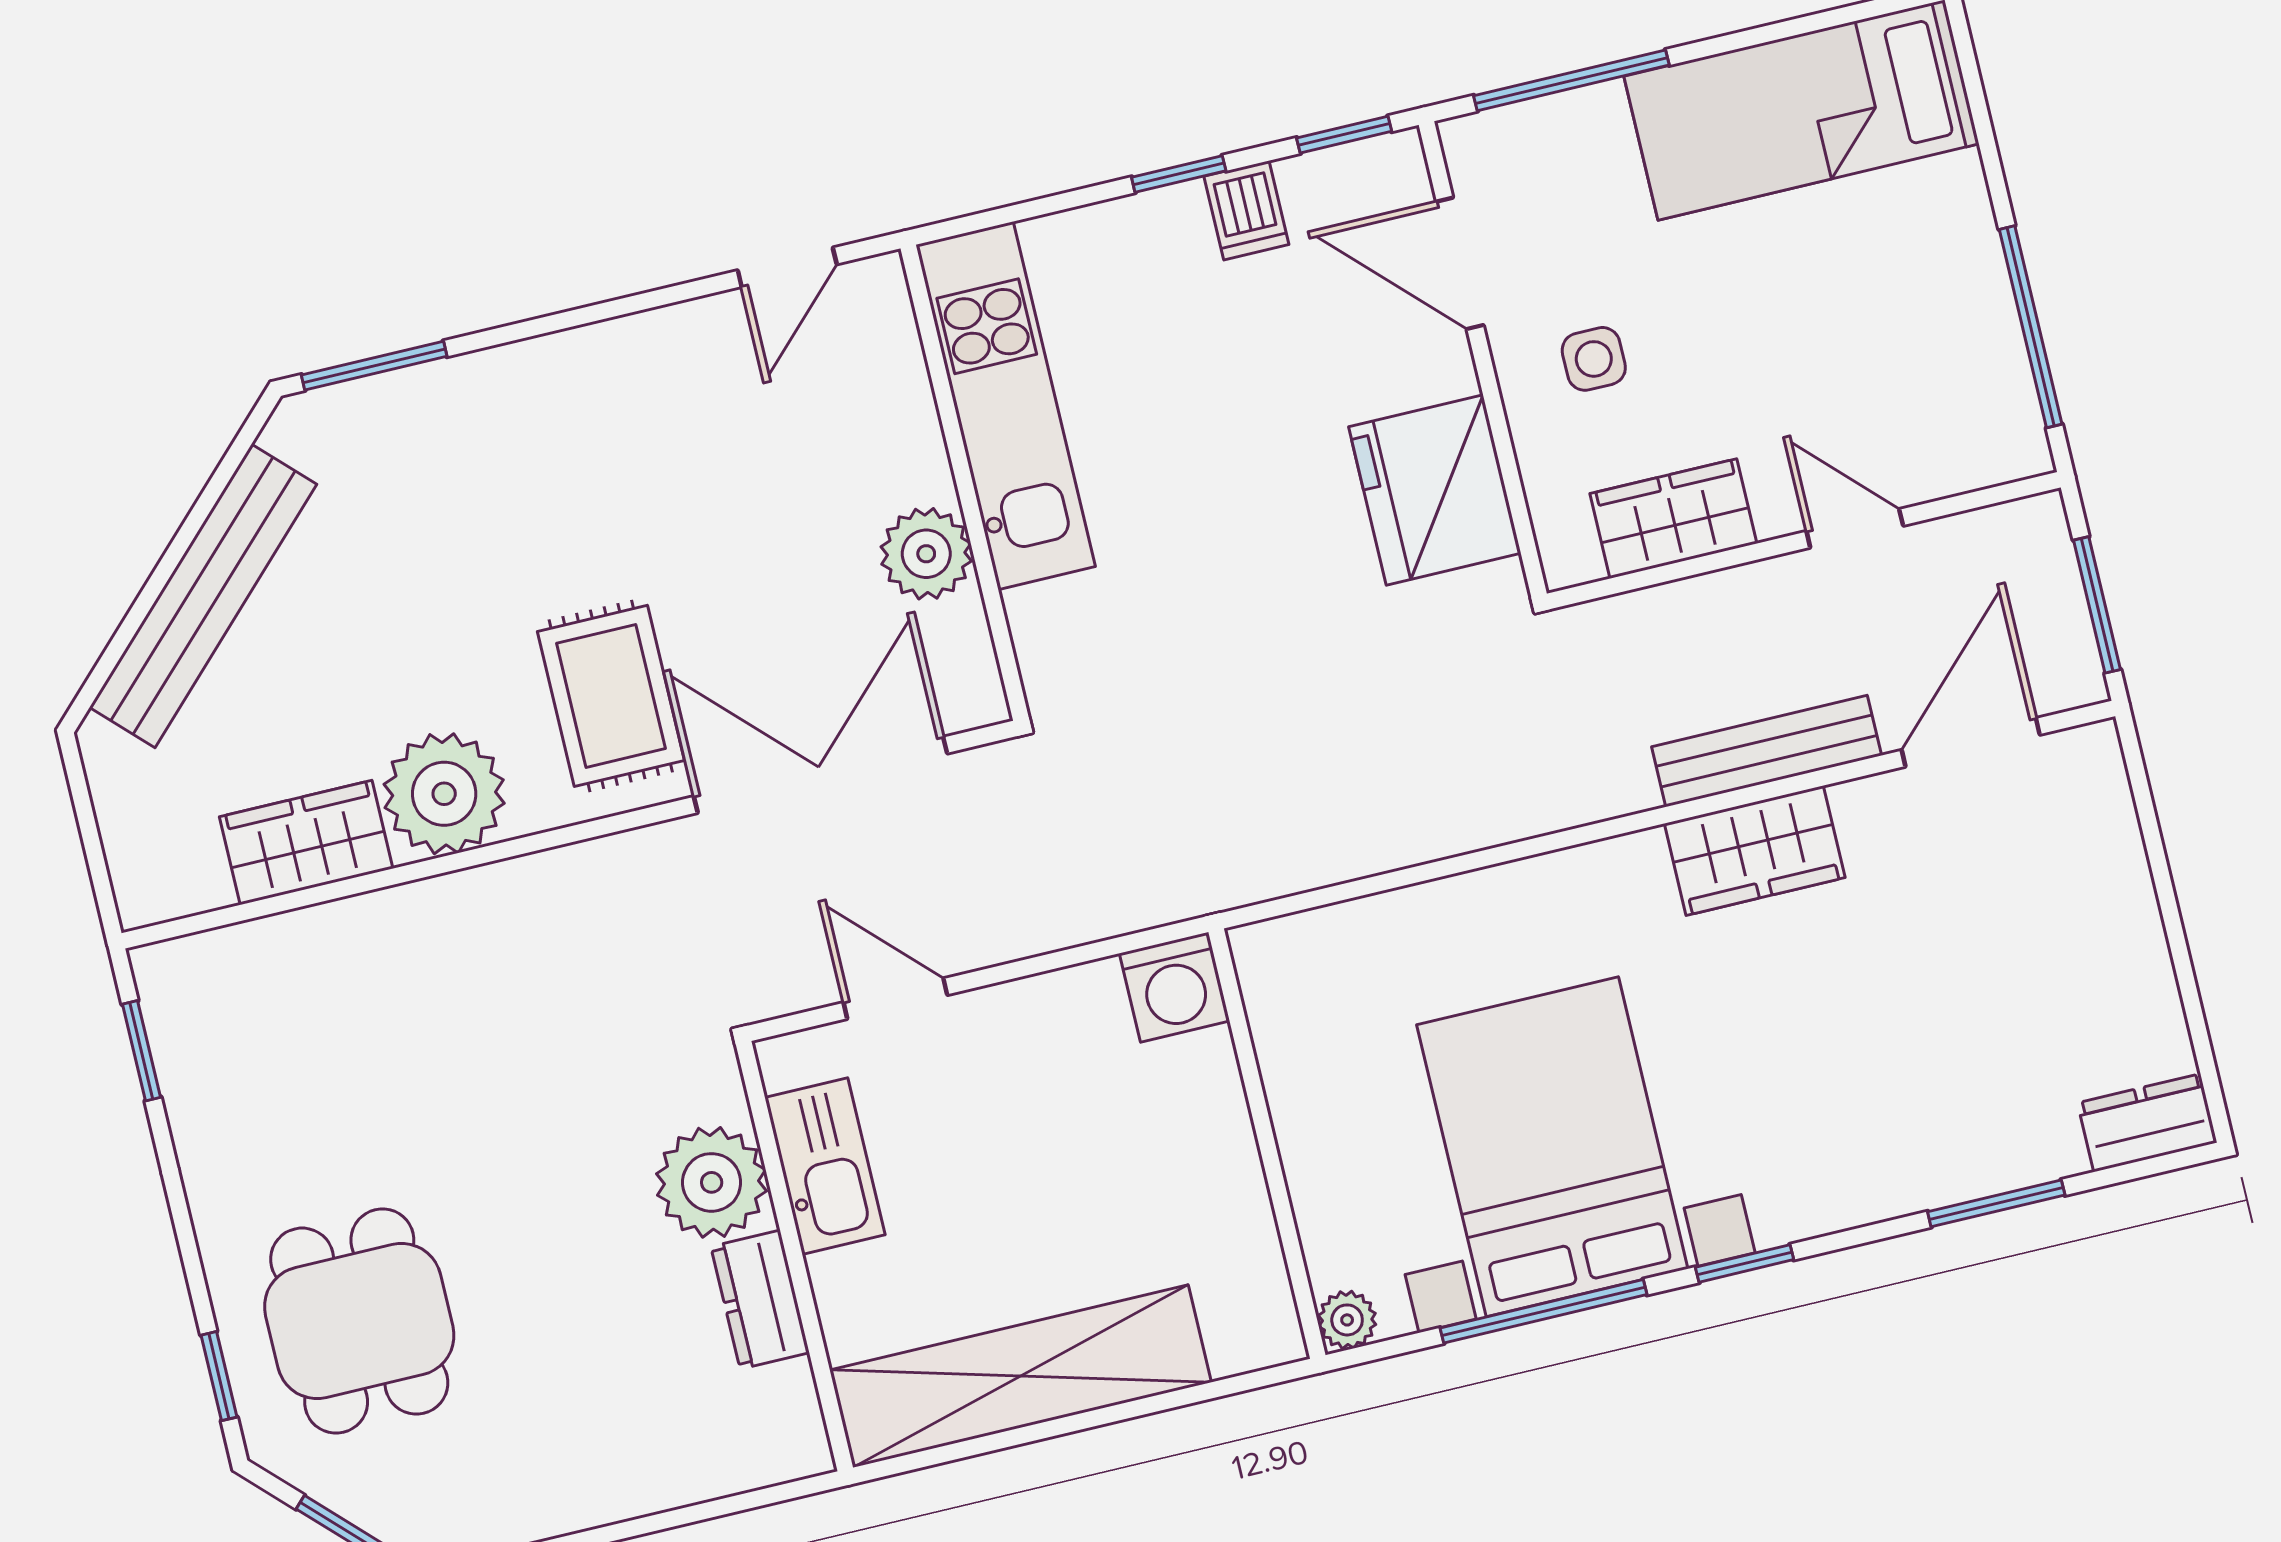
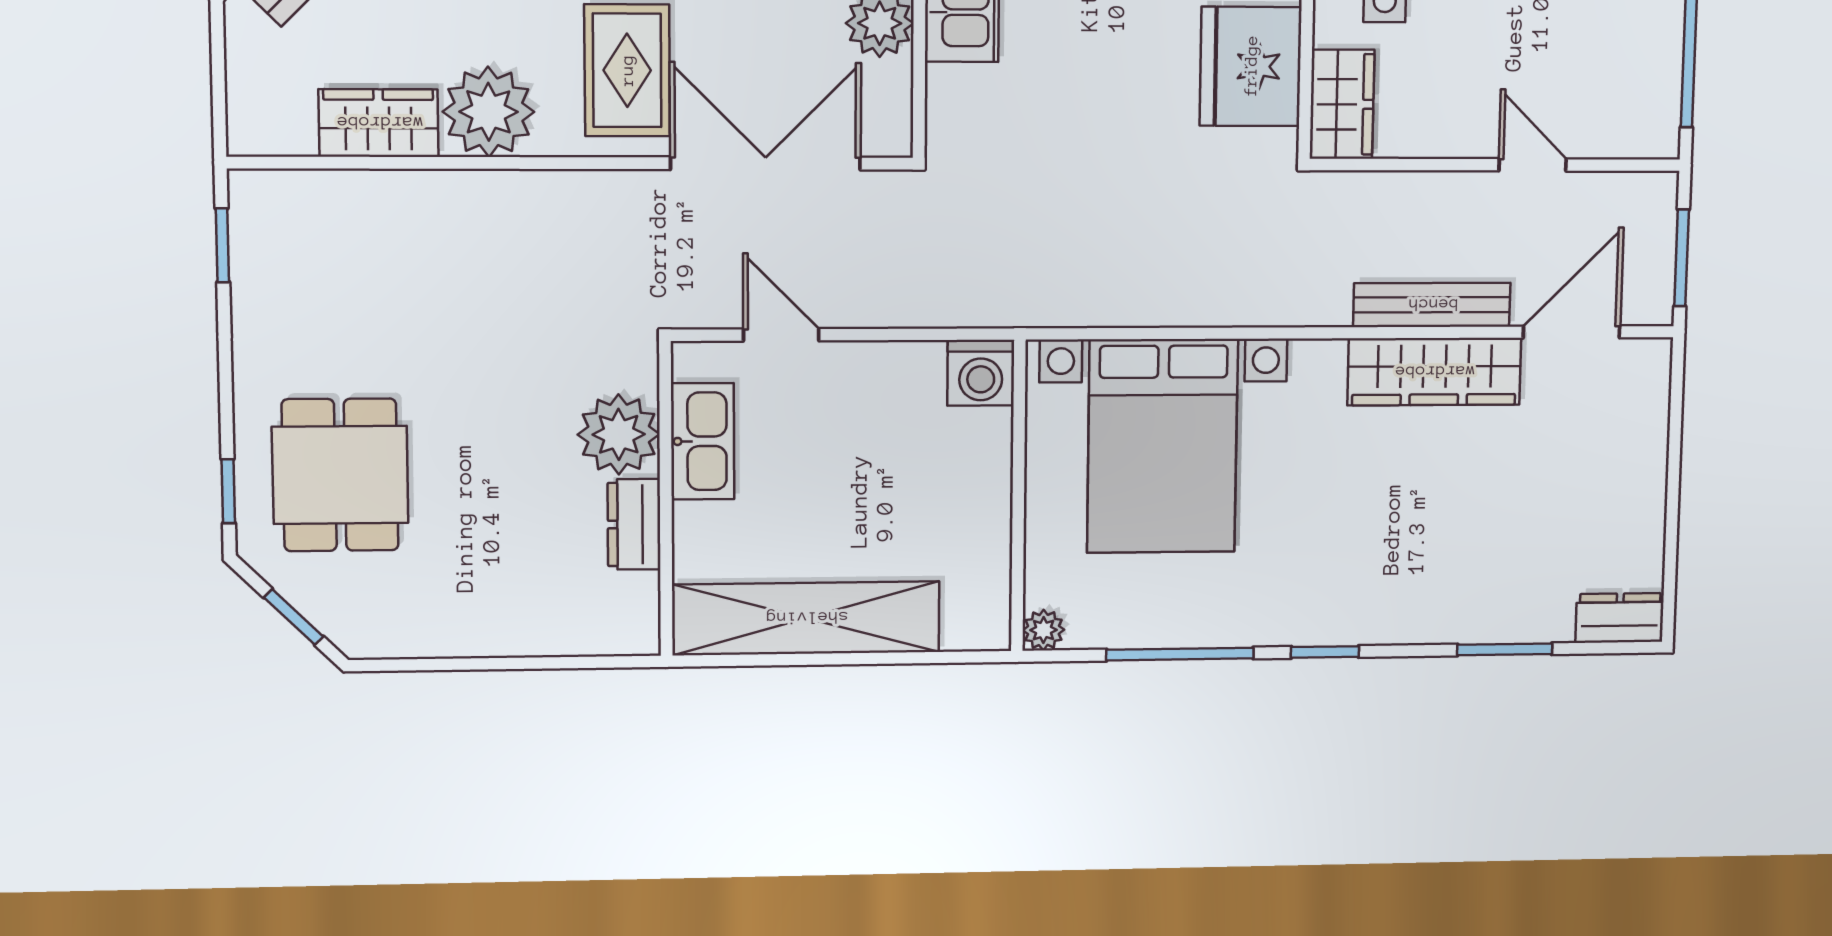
wardrobe: (1673, 519) -> (1342, 104), moved, turned 90
wardrobe: (1755, 851) -> (1434, 372), width x1.50
bed with nightstands: (1552, 1147) -> (1162, 446), moved, turned 180

